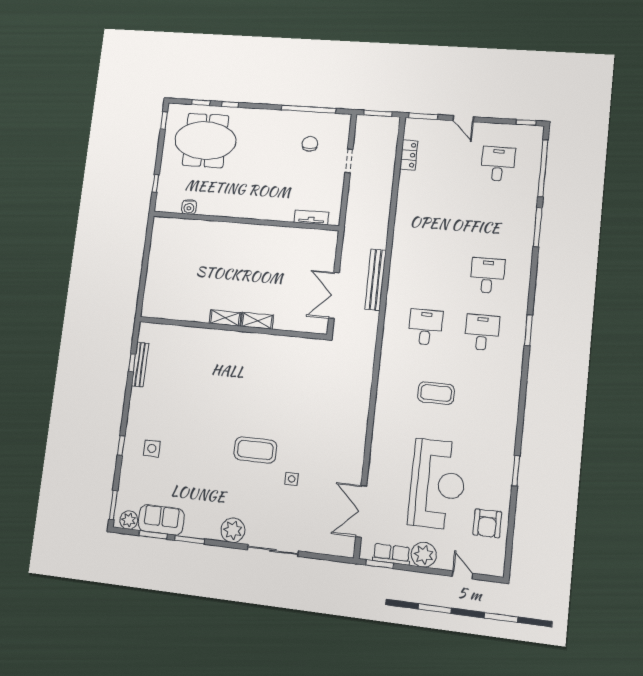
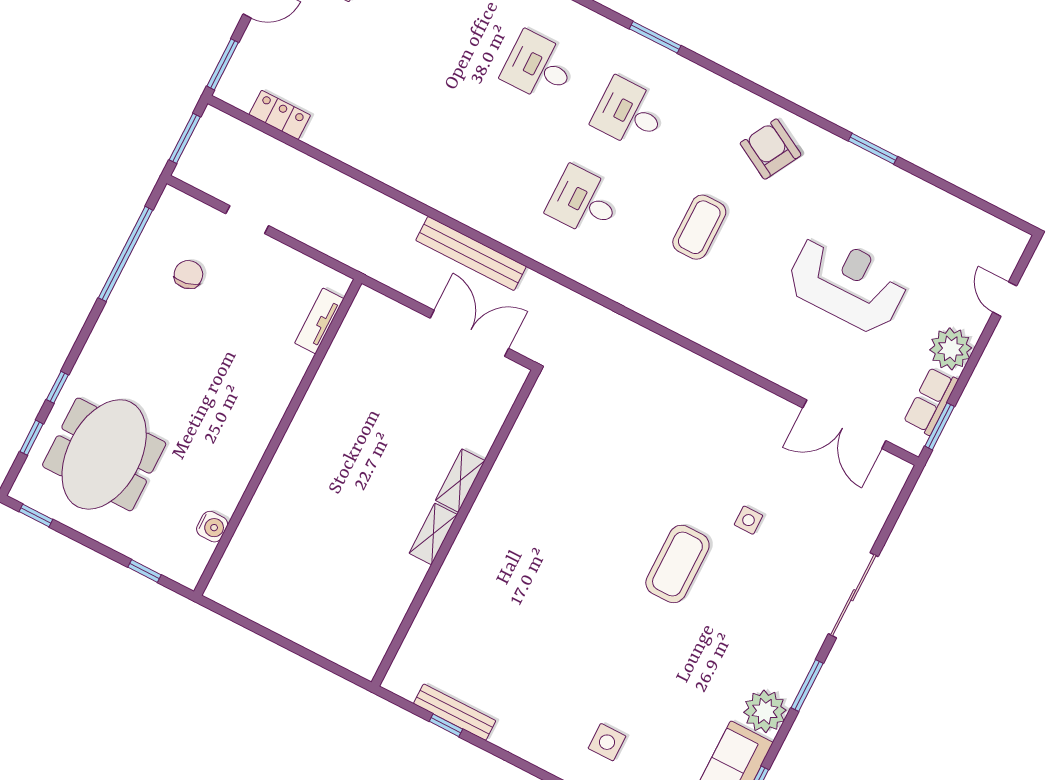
chair: (310, 144) -> (188, 275), turned 80
double door: (334, 295) -> (469, 333), swing flipped
reception desk: (437, 484) -> (847, 283), width x0.74, depth x0.77
armchair: (487, 523) -> (771, 149), moved, turned -151
plant: (233, 530) -> (765, 711), moved
window: (190, 540) -> (807, 686), moved
door: (462, 575) -> (1005, 299), hinge flipped

